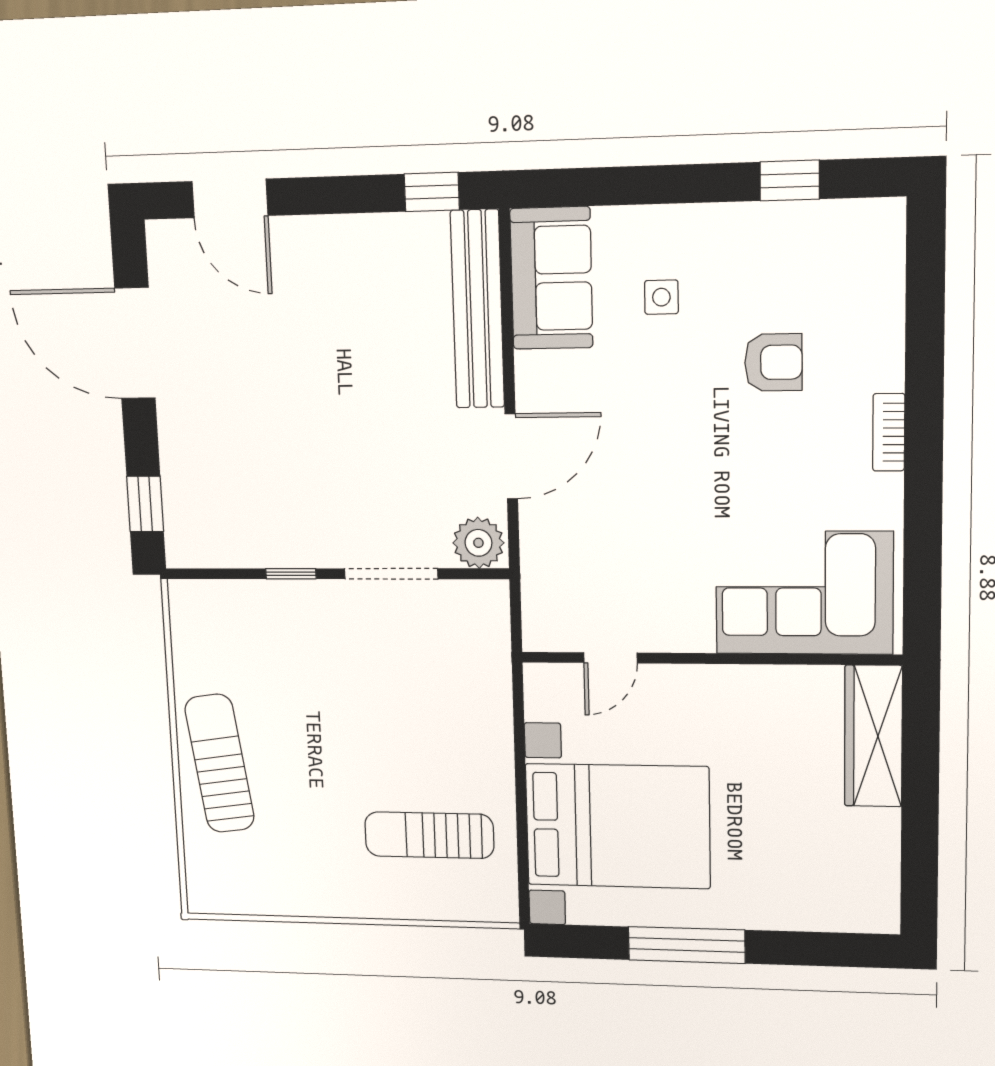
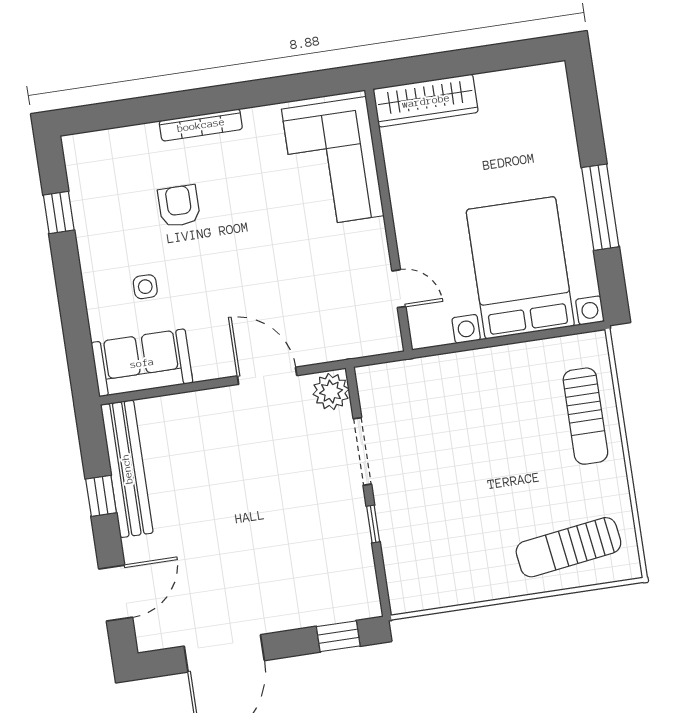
window: (432, 192) -> (101, 496), moved
bench: (477, 309) -> (127, 469), moved, turned 90
bookcase: (889, 432) -> (201, 125), width x1.56
sun lounger: (220, 763) -> (568, 547), moved
sun lounger: (429, 835) -> (585, 416), moved

